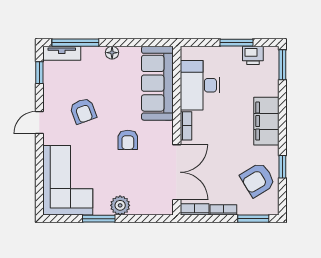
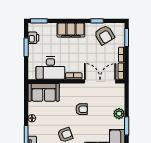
sofa: (157, 83) -> (44, 92), width x0.73

